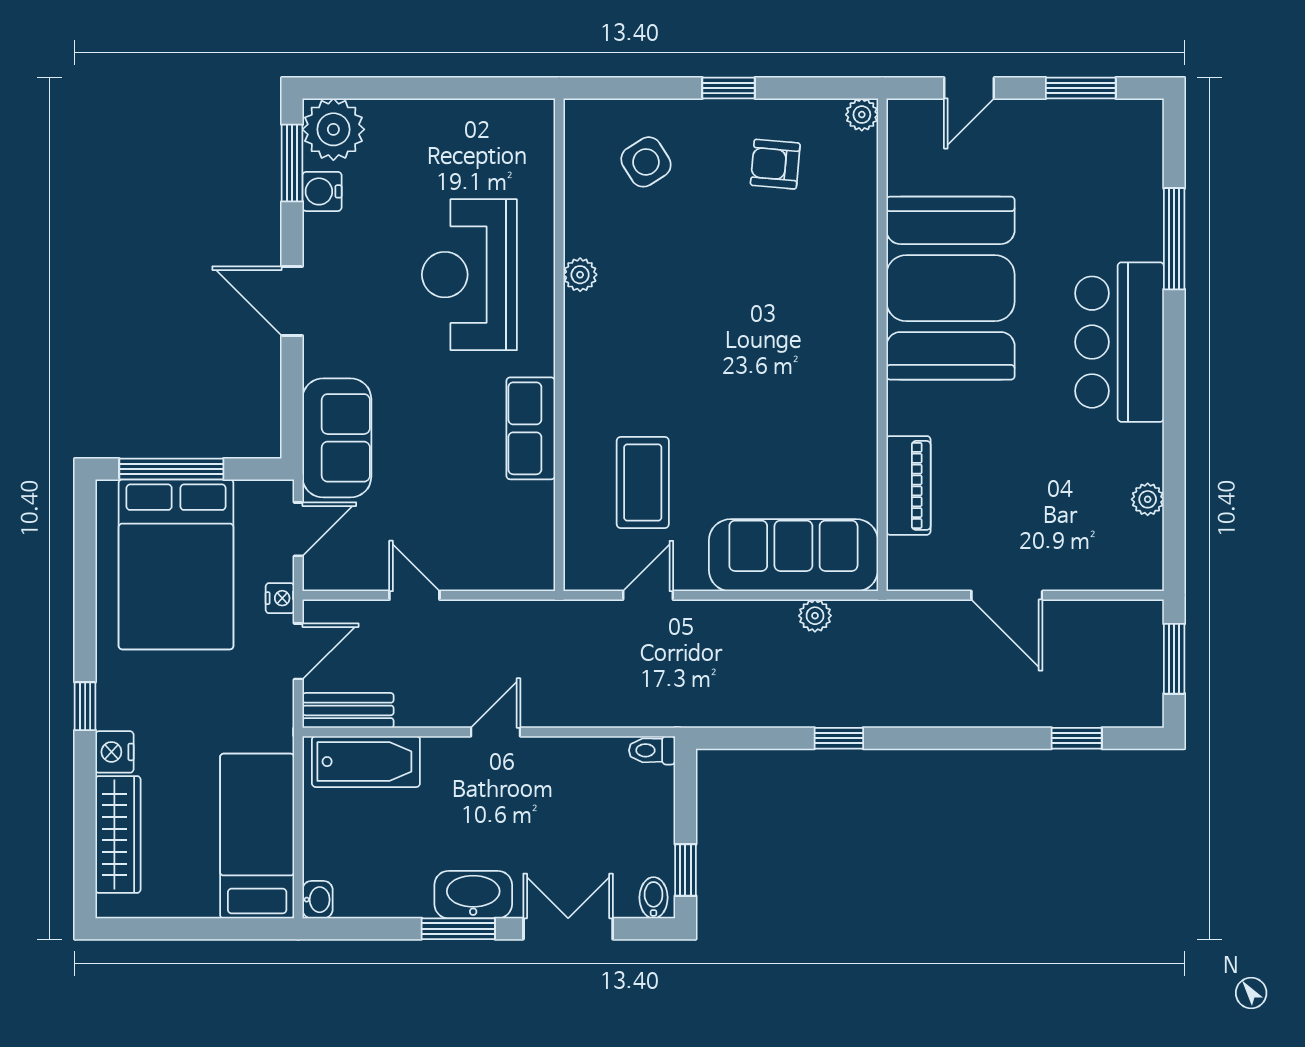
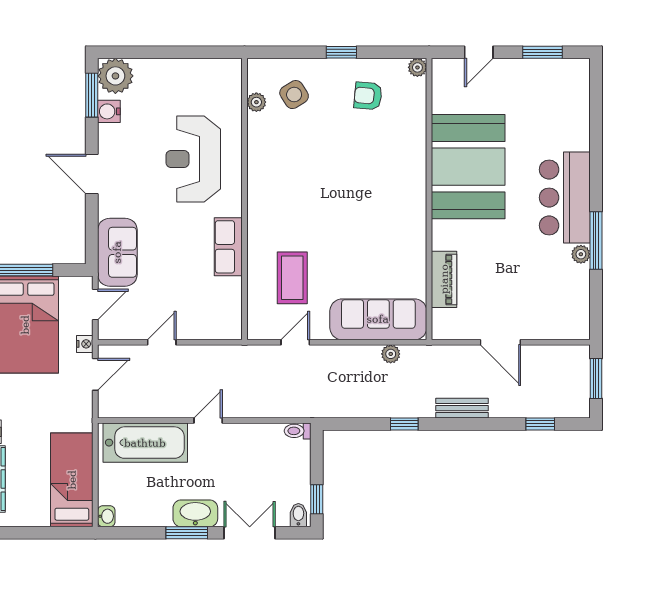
window: (1174, 239) -> (596, 240), moved
plant: (580, 275) -> (256, 102), moved
plant: (1148, 499) -> (581, 254), moved
door: (414, 595) -> (162, 342), hinge flipped
bench: (348, 710) -> (462, 408), moved
bathtub: (366, 762) -> (145, 443), width x1.36, depth x1.36

